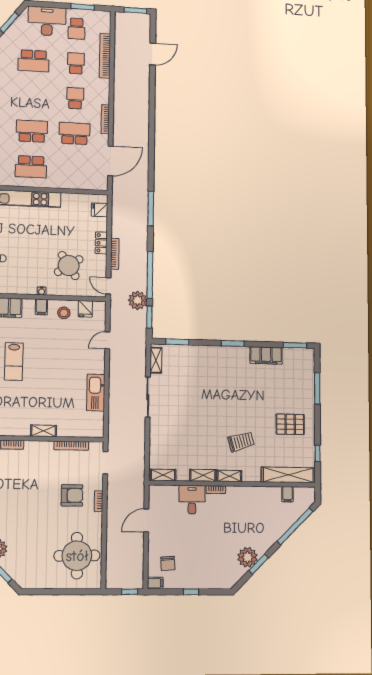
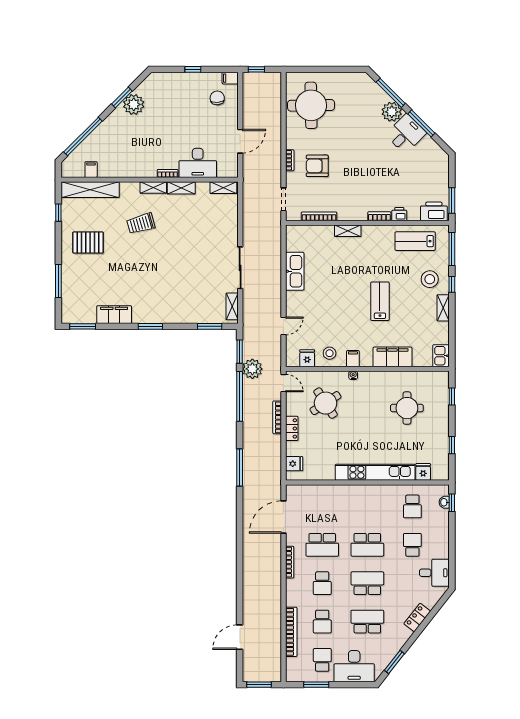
school desk: (31, 167) -> (367, 583), moved
desk: (192, 500) -> (198, 163), width x1.37

